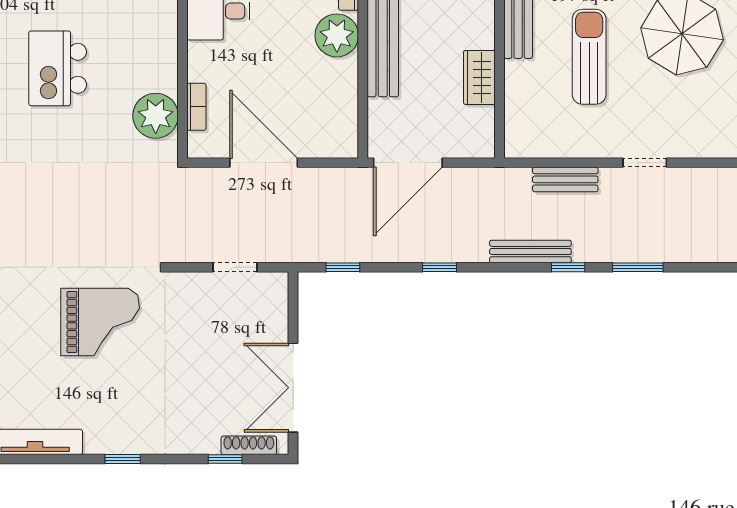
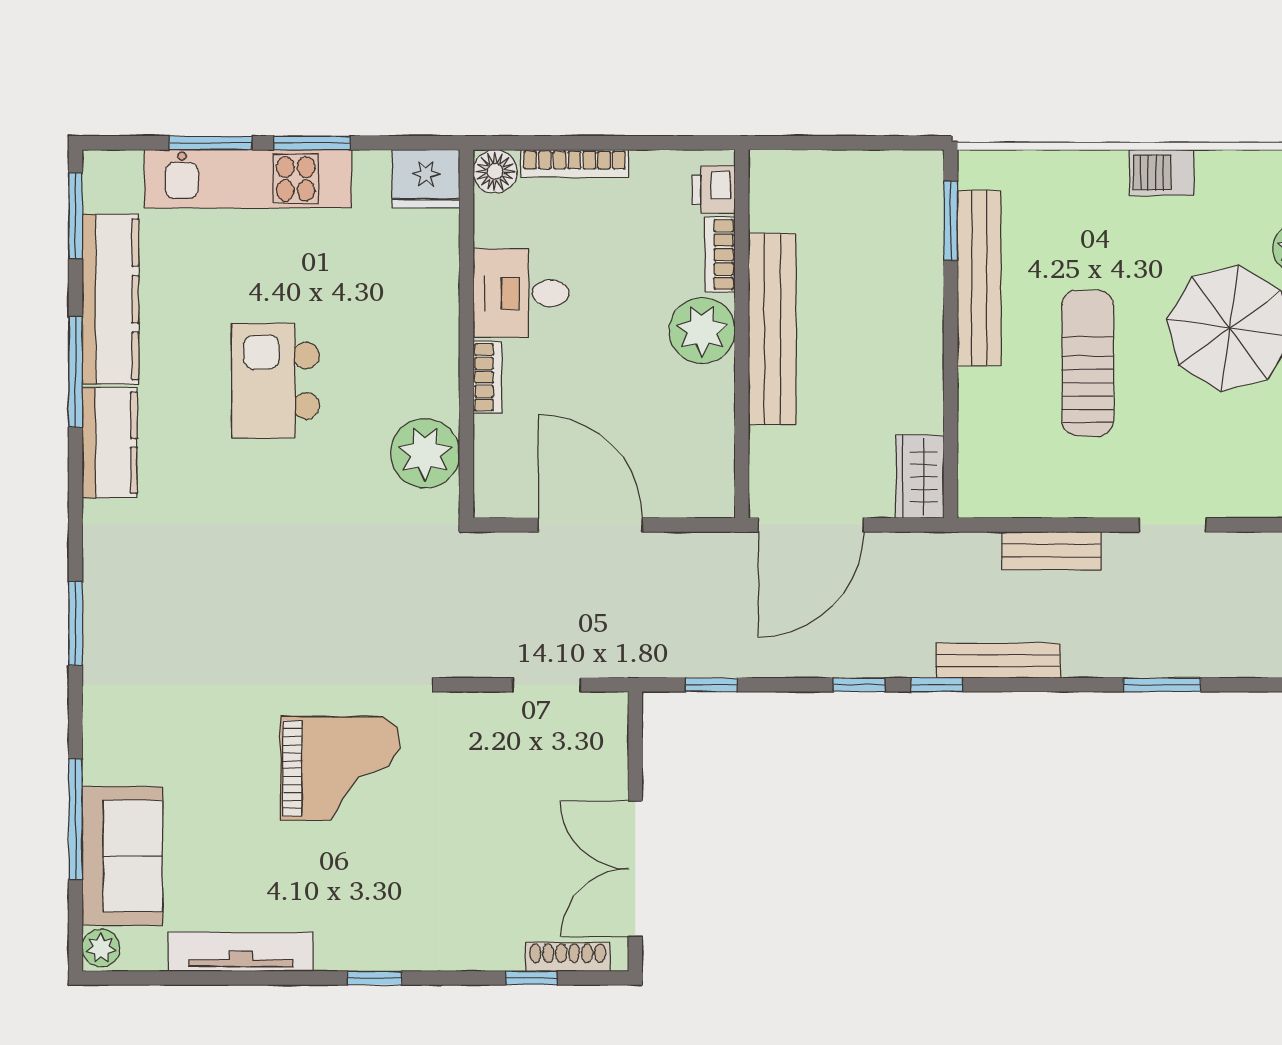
wardrobe: (479, 77) -> (920, 477), moved
bookcase: (196, 107) -> (487, 377), moved
window: (568, 267) -> (937, 685), moved

